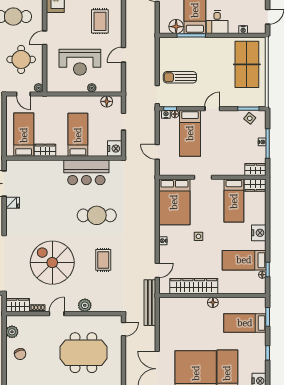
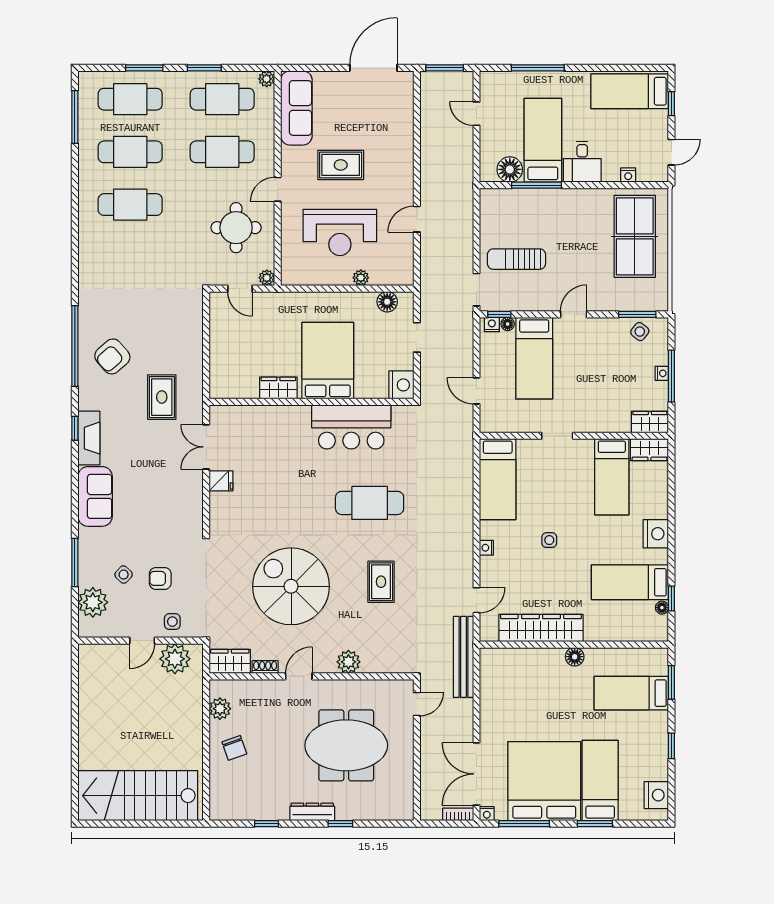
rug: (100, 21) -> (341, 165), moved, turned 90
bed: (24, 135) -> (241, 360), removed
bed: (78, 135) -> (328, 361), width x1.50
bed: (174, 202) -> (498, 479), width x0.67

